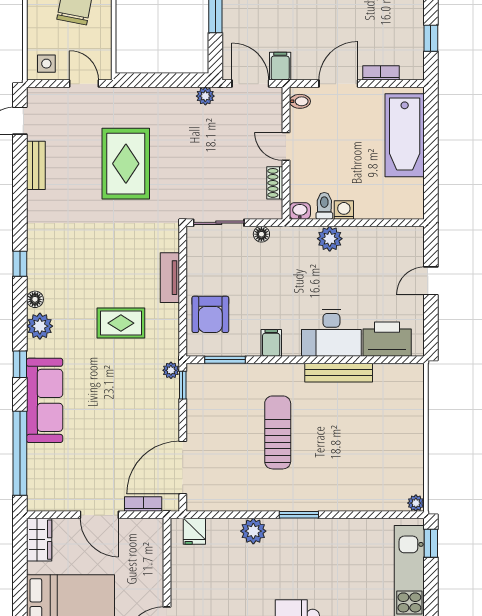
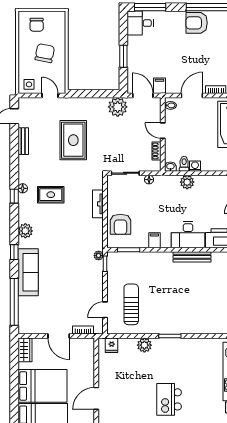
plant: (205, 96) -> (118, 107), width x1.87, depth x1.87
floor lamp: (35, 299) -> (23, 188), moved
rug: (121, 323) -> (51, 195), moved
sun lounger: (278, 432) -> (131, 304), moved
door: (183, 468) -> (105, 310), width x0.53

